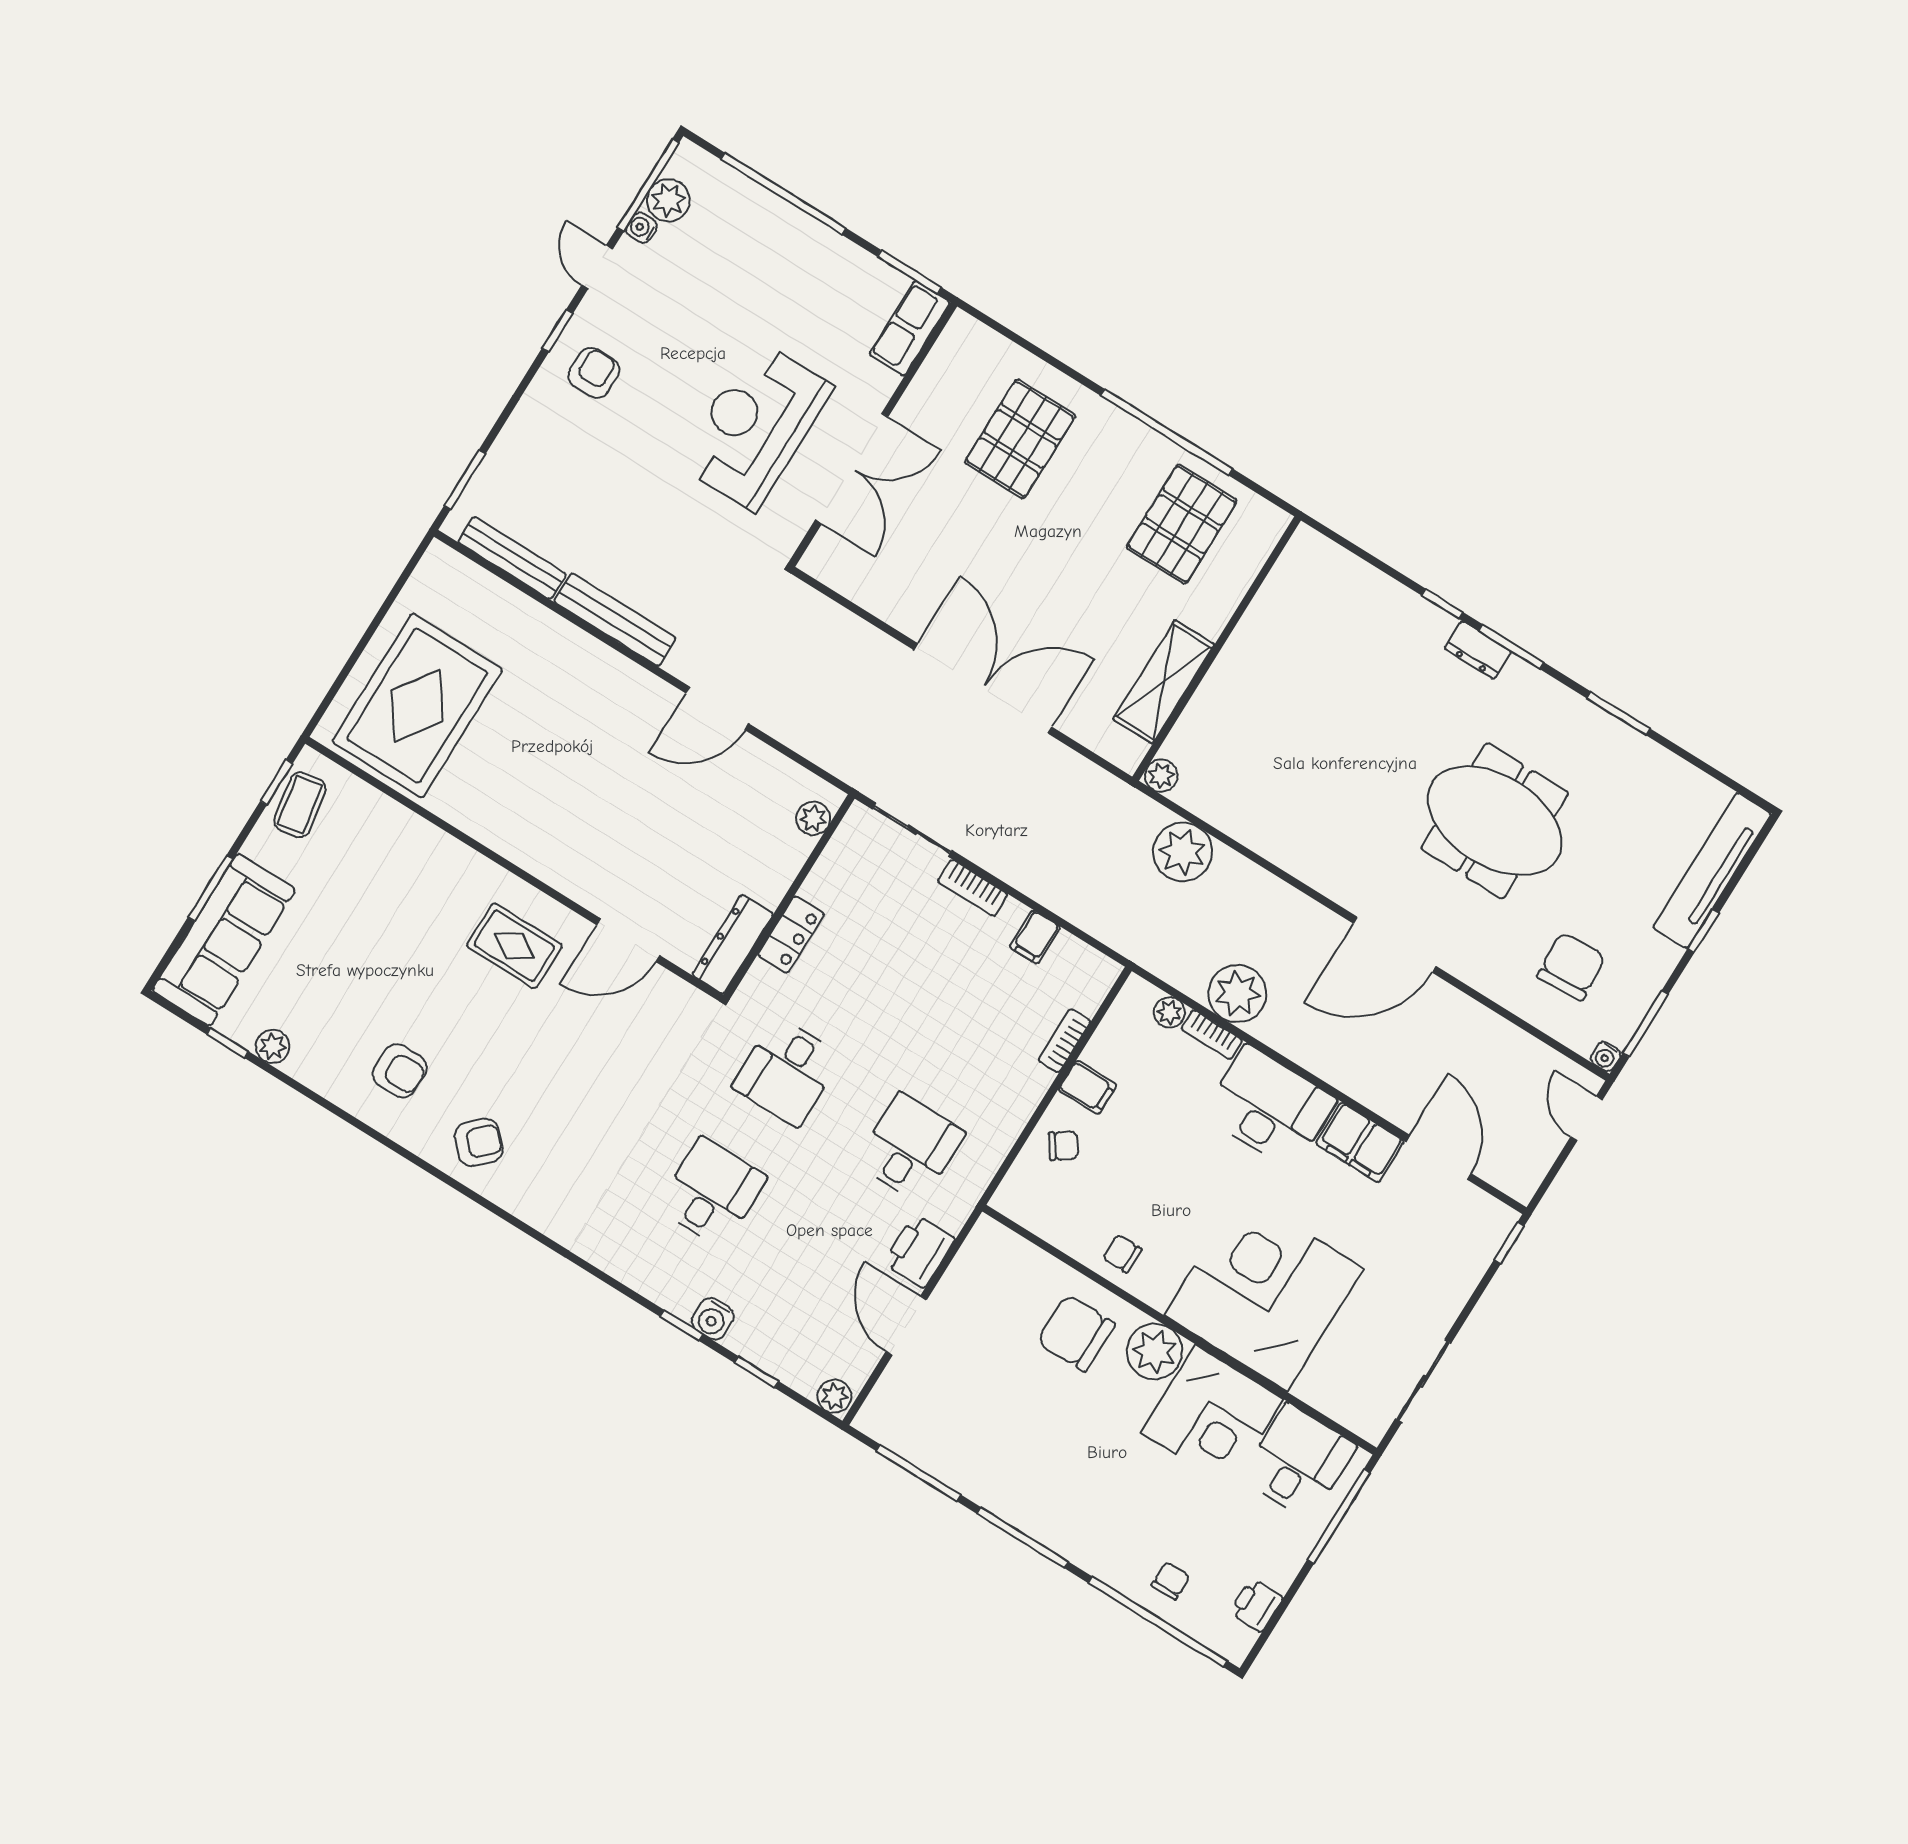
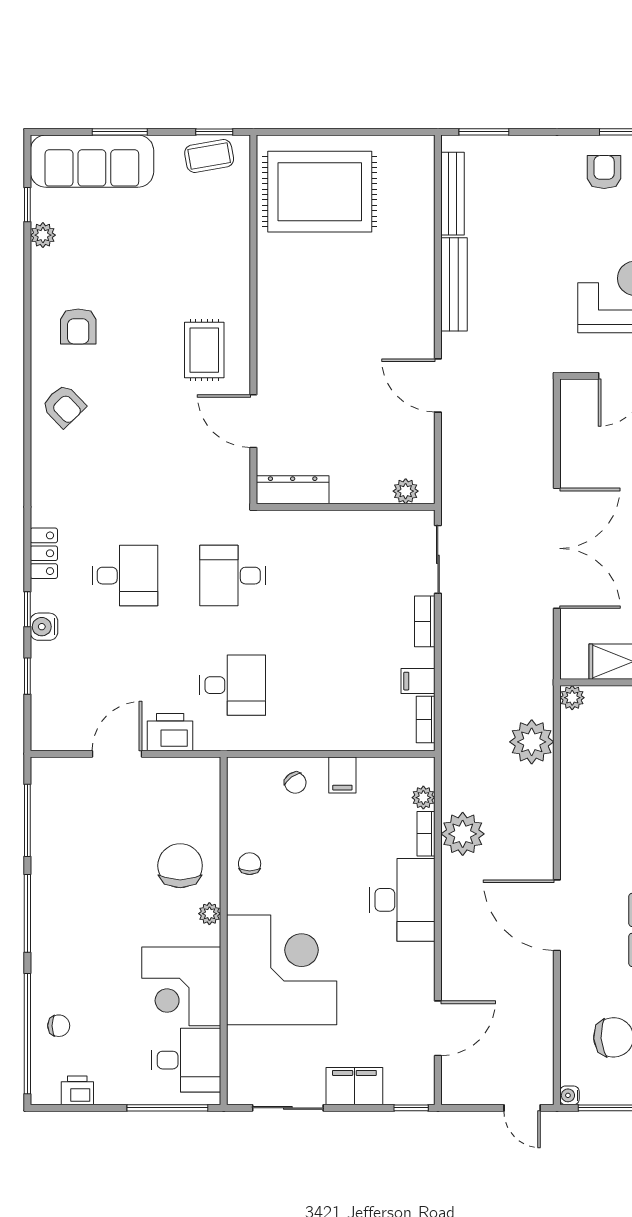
armchair: (594, 373) -> (604, 172), turned -90
locker: (791, 934) -> (44, 553), moved, turned -90
bookcase: (1065, 1041) -> (426, 719), moved, turned -90
door: (1587, 1118) -> (522, 1108), swing flipped
filing cabinet: (1360, 1142) -> (354, 1086), moved, turned 90
plant: (1154, 1351) -> (209, 914), width x0.53, depth x0.53
plant: (834, 1396) -> (43, 736), removed

